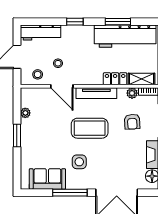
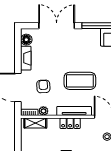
locker: (115, 79) -> (70, 123), moved
side table: (79, 162) -> (89, 52), removed

